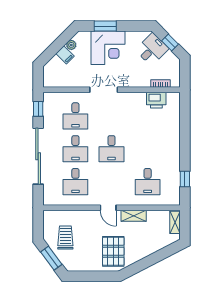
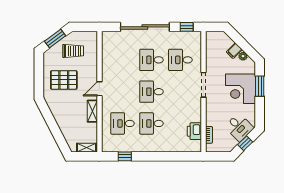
desk: (75, 182) -> (151, 123), moved
pallet: (113, 251) -> (64, 80), moved

